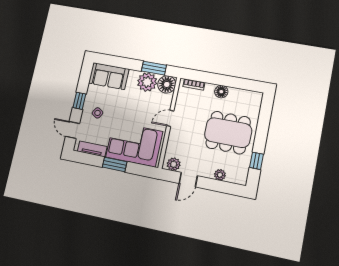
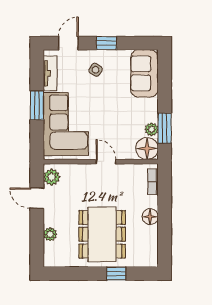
plant: (147, 82) -> (151, 129), width x0.53, depth x0.53
window: (256, 161) -> (116, 274), moved

